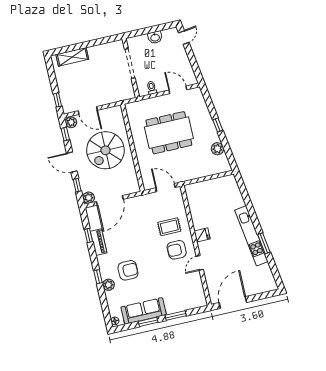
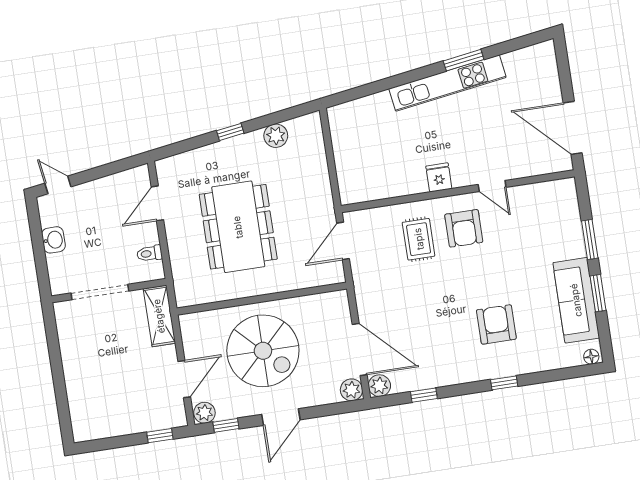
shelving: (72, 57) -> (159, 316), moved
window: (77, 185) -> (326, 410), removed
piano: (99, 242) -> (438, 377), removed
plant: (108, 285) -> (379, 386), moved

